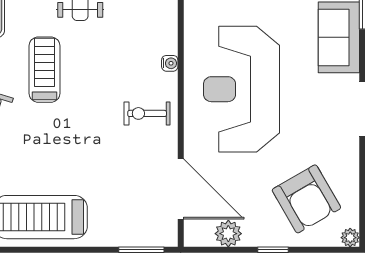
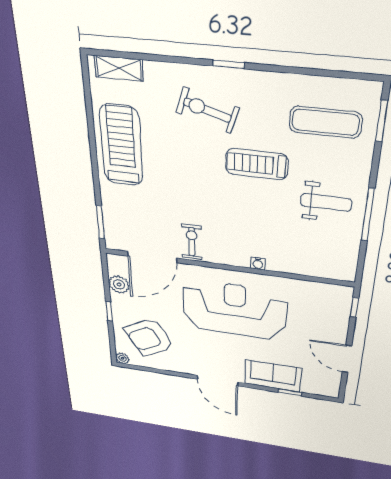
treadmill: (44, 70) -> (257, 164), turned 180
exercise bike: (147, 113) -> (192, 242), moved

